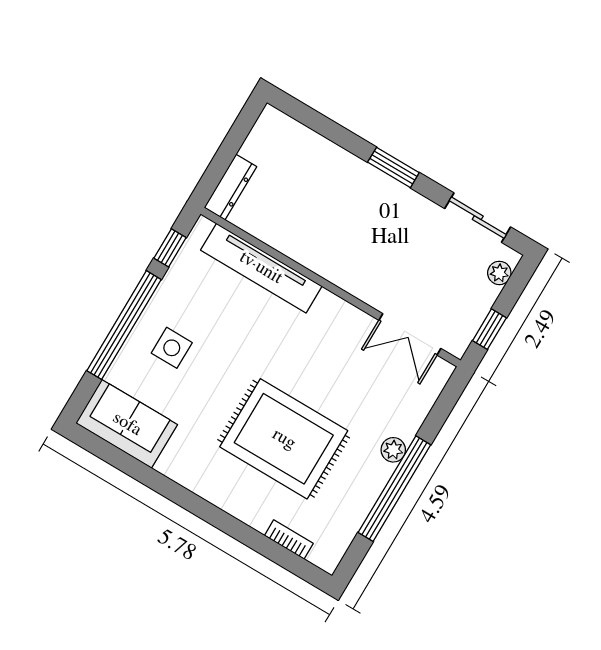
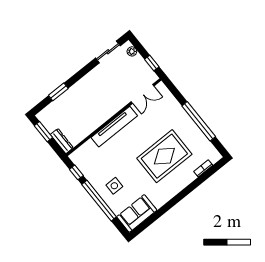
window: (237, 136) -> (43, 132), added
window: (393, 167) -> (58, 92), moved
tv unit: (261, 268) -> (114, 127), moved
plant: (393, 450) -> (184, 116), removed

